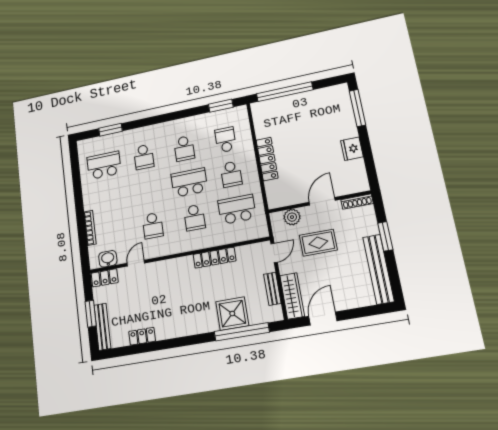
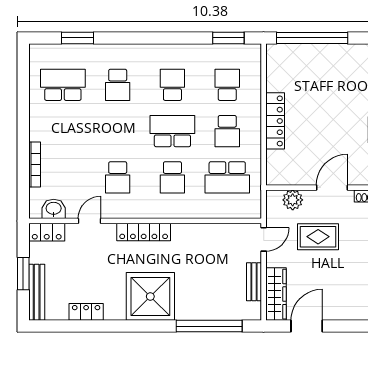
school desk: (184, 148) -> (172, 85), turned 180
school desk: (237, 209) -> (227, 177), turned 180
locker: (214, 258) -> (144, 232), moved
shower: (232, 314) -> (150, 296), moved, width x1.37, depth x1.37

